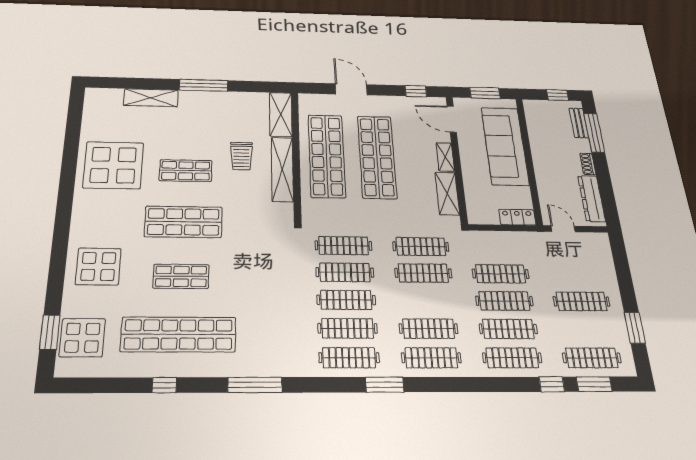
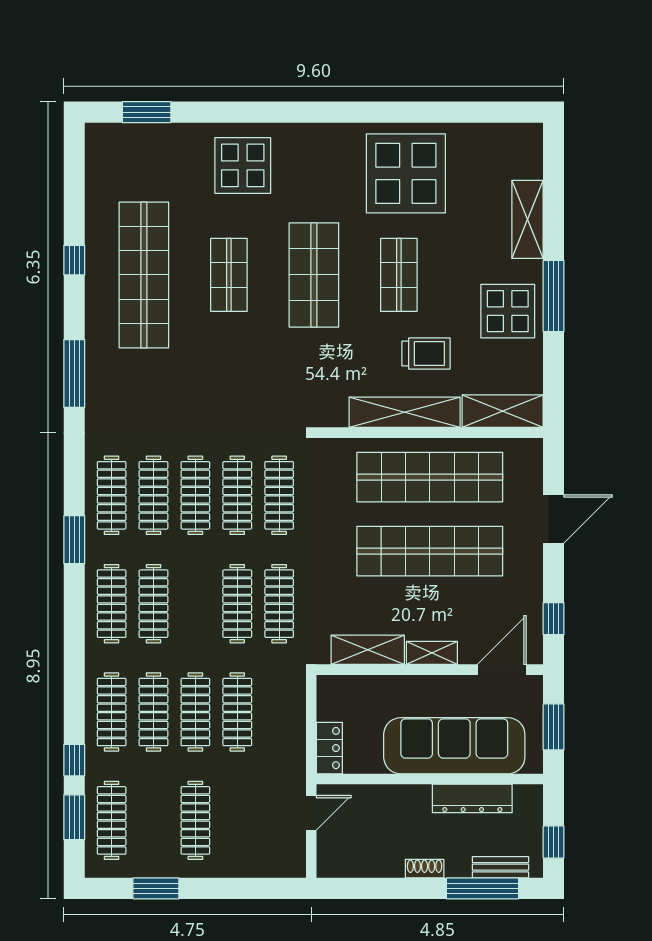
trolley: (241, 156) -> (426, 354), turned 180
dresser: (592, 199) -> (472, 798), moved, turned 180
display table: (82, 338) -> (508, 311), moved

